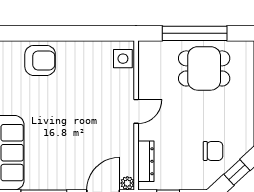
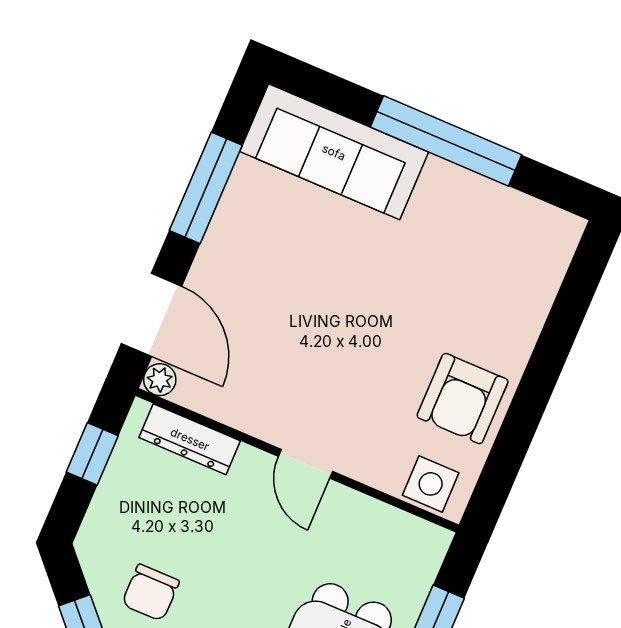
armchair: (40, 60) -> (463, 399), moved

